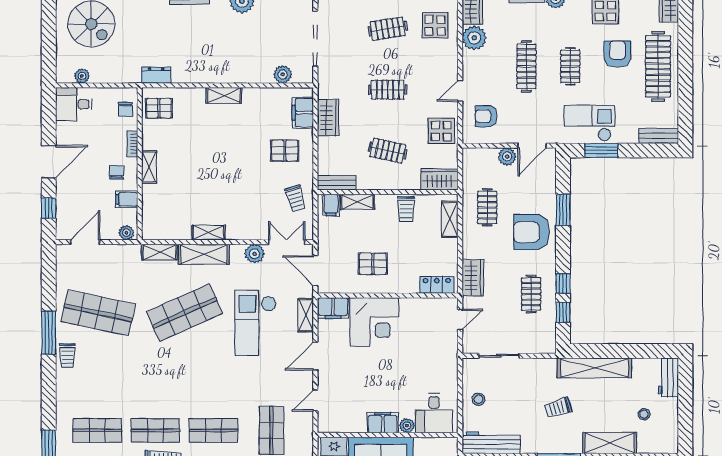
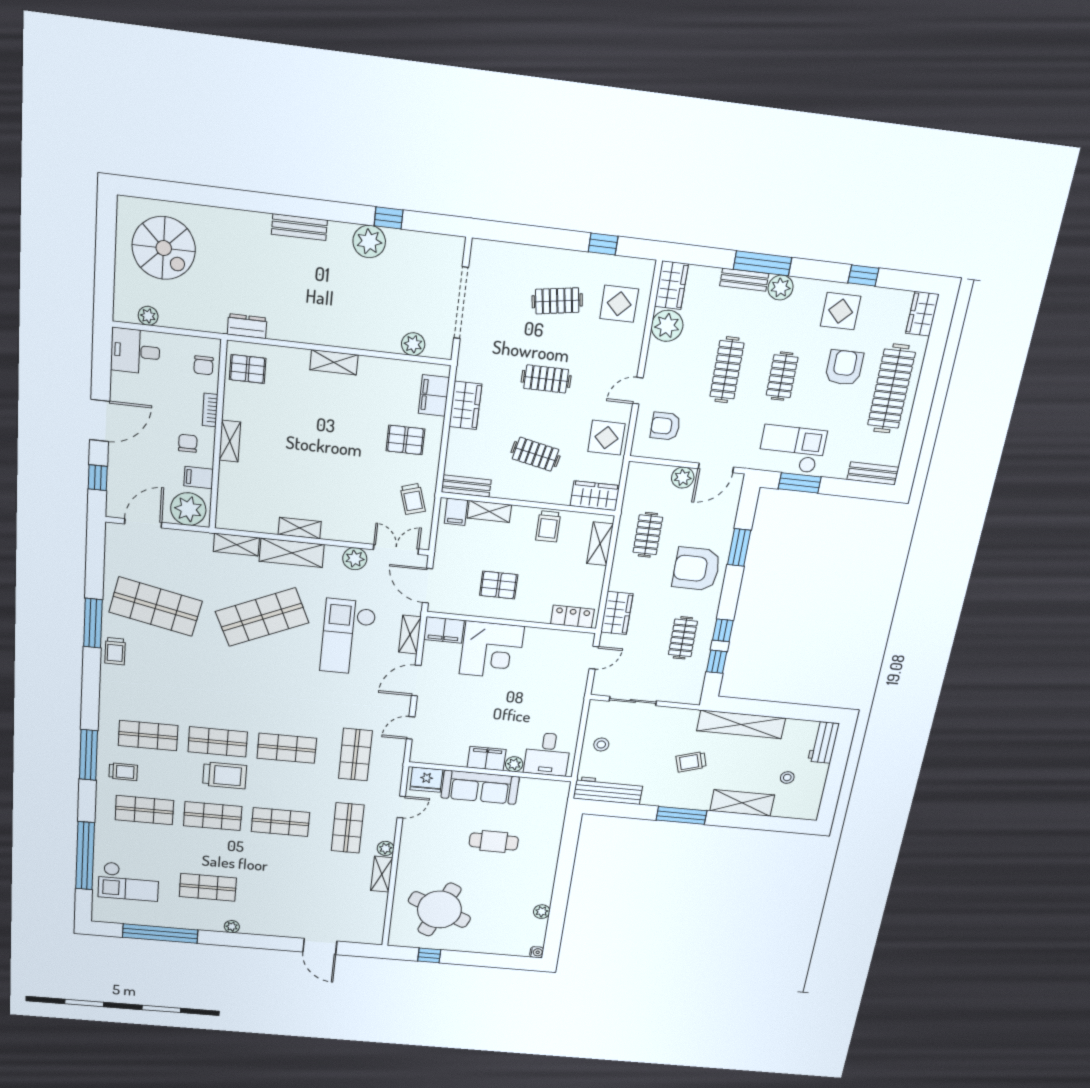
plant: (126, 233) -> (188, 509), width x1.88, depth x1.88

